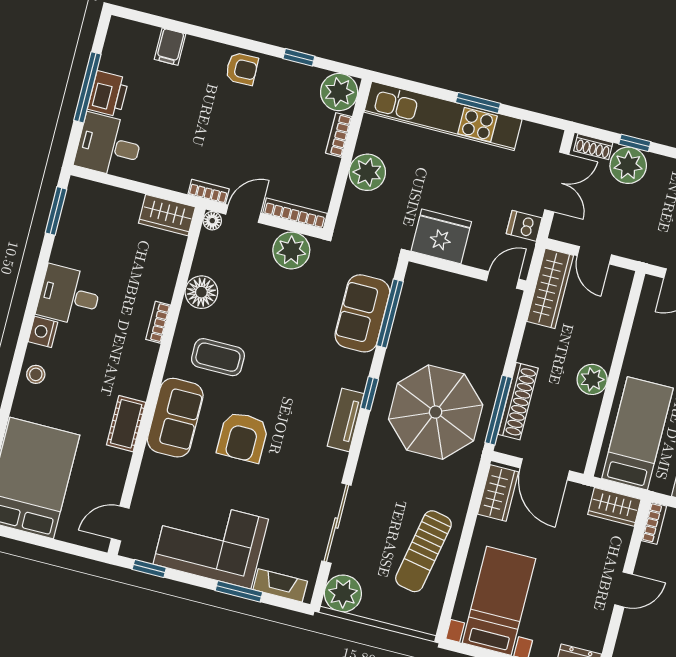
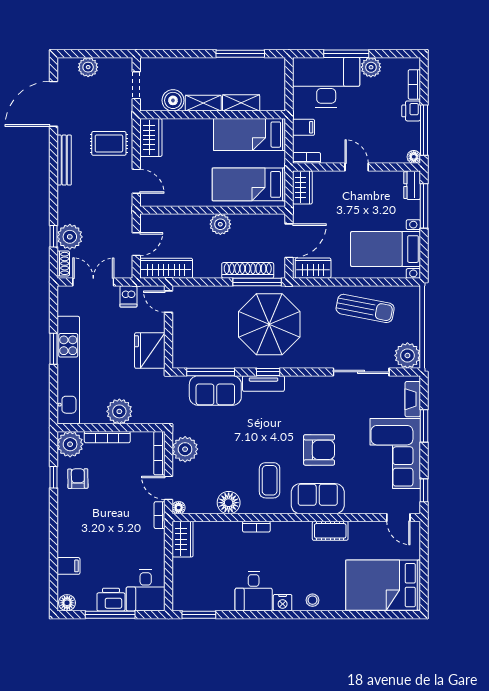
floor lamp: (119, 31) -> (67, 603), added
armchair: (242, 69) -> (78, 479), moved
bookcase: (339, 135) -> (107, 437), width x1.56
tv unit: (346, 420) -> (263, 383), moved

